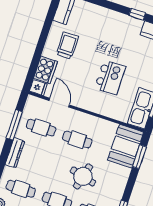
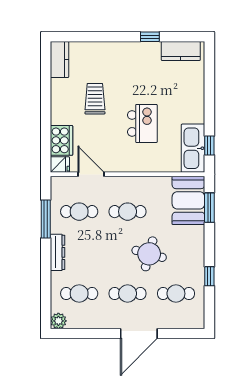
trolley: (67, 45) -> (95, 99), moved

